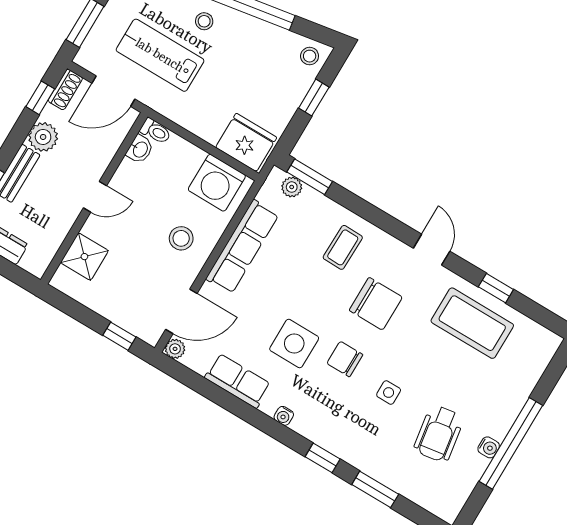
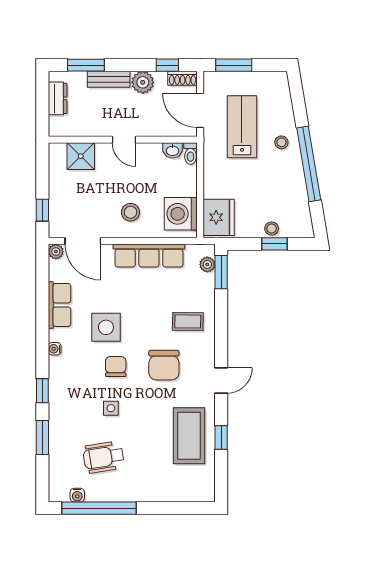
stool: (310, 56) -> (272, 229), moved
window: (511, 443) -> (99, 508), moved
water cooler: (489, 447) -> (77, 495), moved

